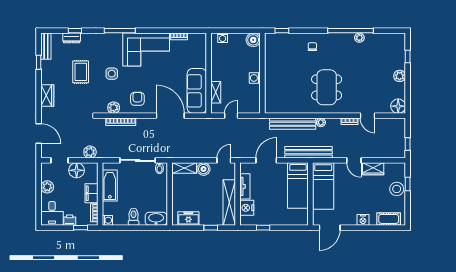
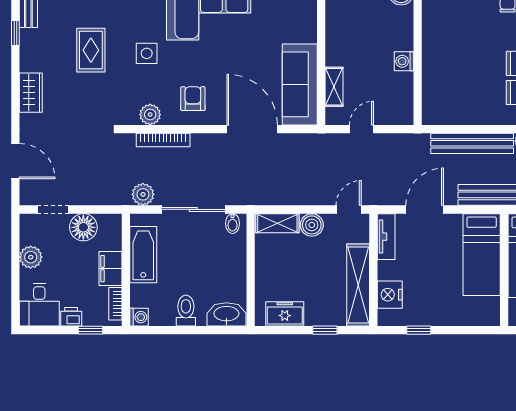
plant: (90, 152) -> (143, 194), moved
tv unit: (245, 186) -> (386, 237), moved

